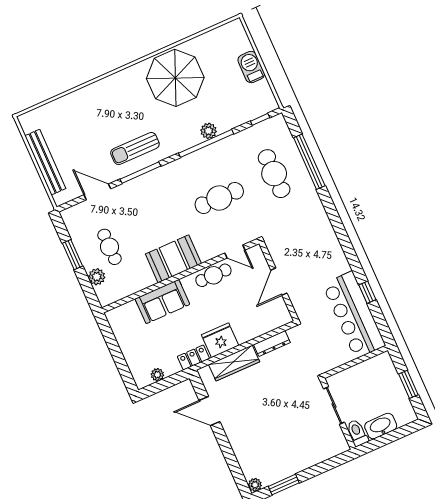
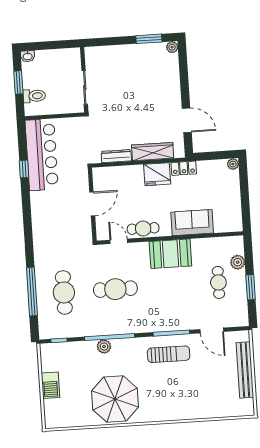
plant: (157, 375) -> (233, 164), moved
washbasin: (381, 426) -> (28, 56), moved, width x0.52, depth x0.69
toilet: (357, 433) -> (34, 96), moved, turned -90

